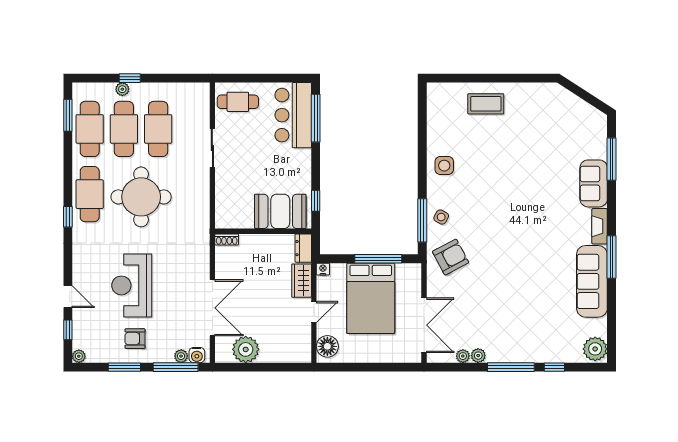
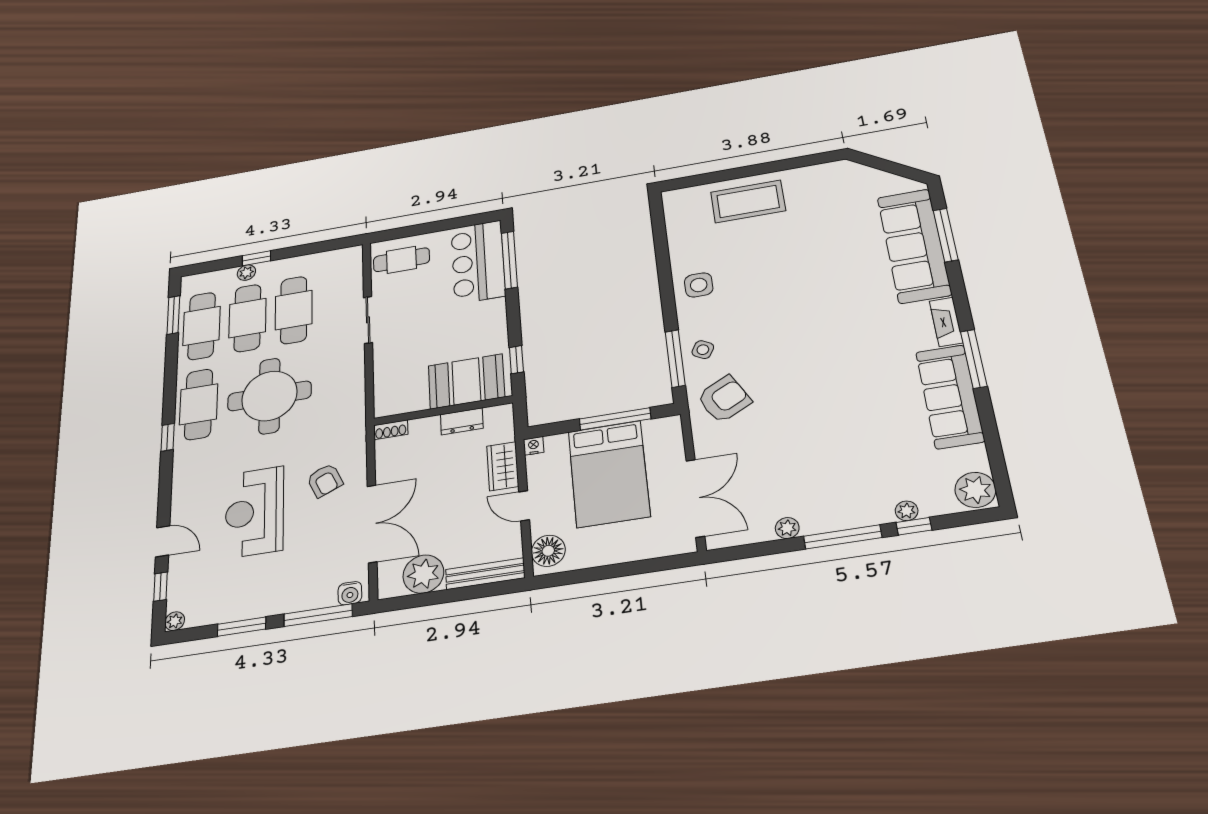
coffee table: (486, 104) -> (748, 201), width x1.36, depth x1.32
sofa: (594, 183) -> (914, 246), width x1.85, depth x1.27
dresser: (303, 248) -> (462, 421), moved, turned -90
door: (314, 312) -> (524, 506), swing flipped
armchair: (135, 339) -> (325, 480), moved, turned -114
plant: (181, 356) -> (326, 598), removed
bench: (286, 356) -> (485, 574), added
plant: (463, 356) -> (907, 511), moved

